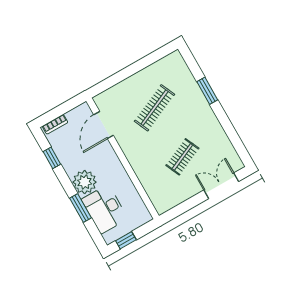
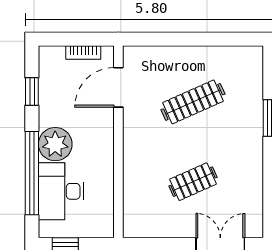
bookcase: (55, 124) -> (83, 53), moved
window: (80, 208) -> (32, 173), width x2.11

